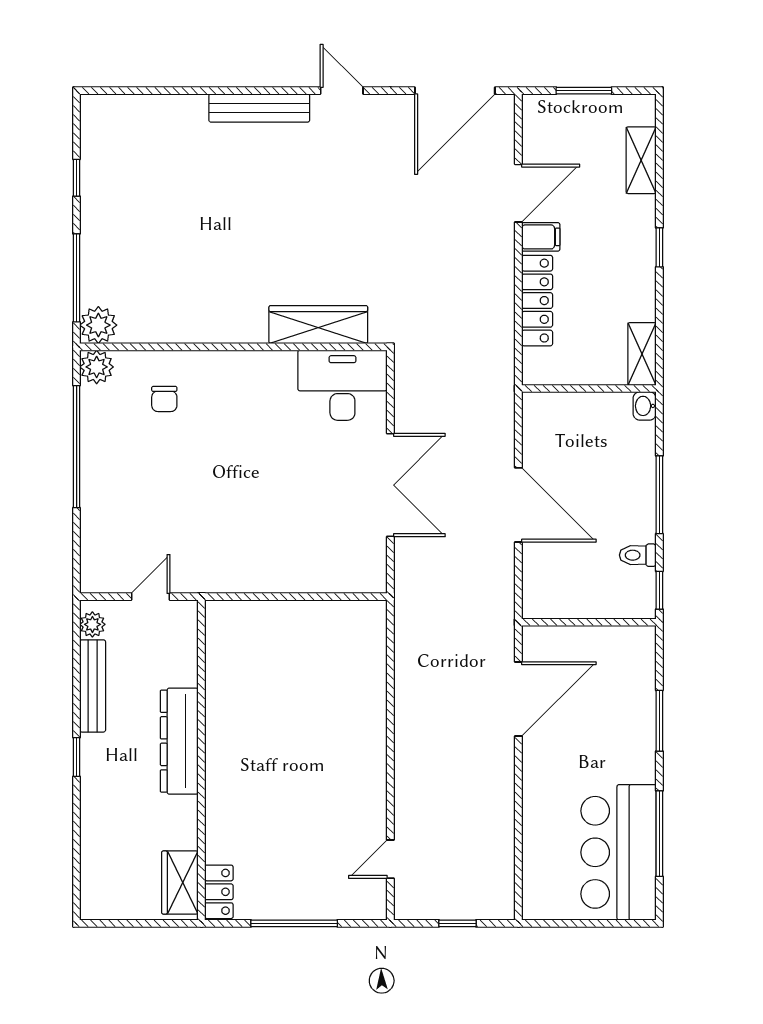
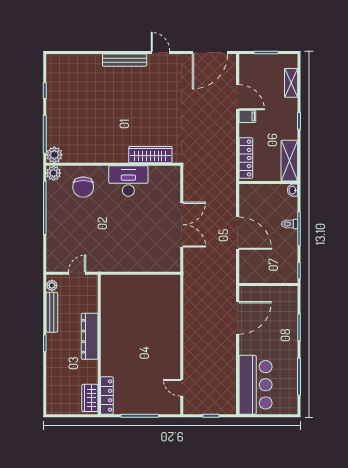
door: (518, 193) -> (238, 97), hinge flipped
locker: (537, 301) -> (246, 158), moved
shelving: (642, 354) -> (289, 161), width x1.50, depth x1.33
desk: (342, 385) -> (128, 181), moved
chair: (164, 399) -> (83, 187), width x1.87, depth x1.87
toilet: (638, 555) -> (290, 224), moved
bar counter: (618, 852) -> (255, 385), moved, turned 180
door: (390, 859) -> (182, 388), hinge flipped
locker: (219, 892) -> (107, 396), width x1.53

